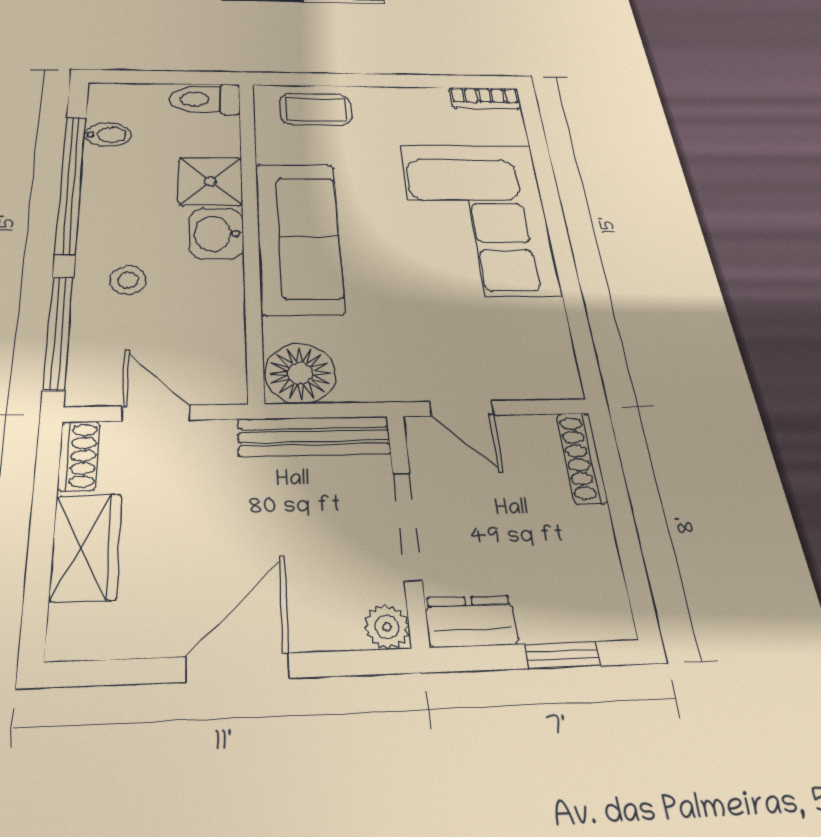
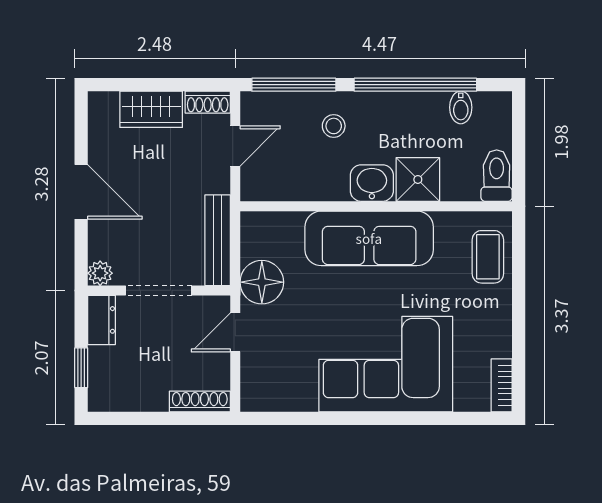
floor lamp: (300, 373) -> (262, 282), moved

